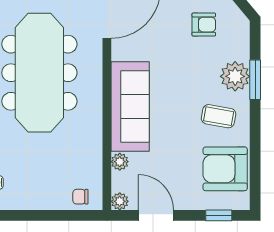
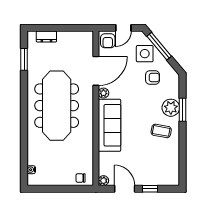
plant: (120, 162) -> (103, 93), moved
armchair: (225, 169) -> (165, 162), removed
window: (219, 215) -> (150, 189), moved

